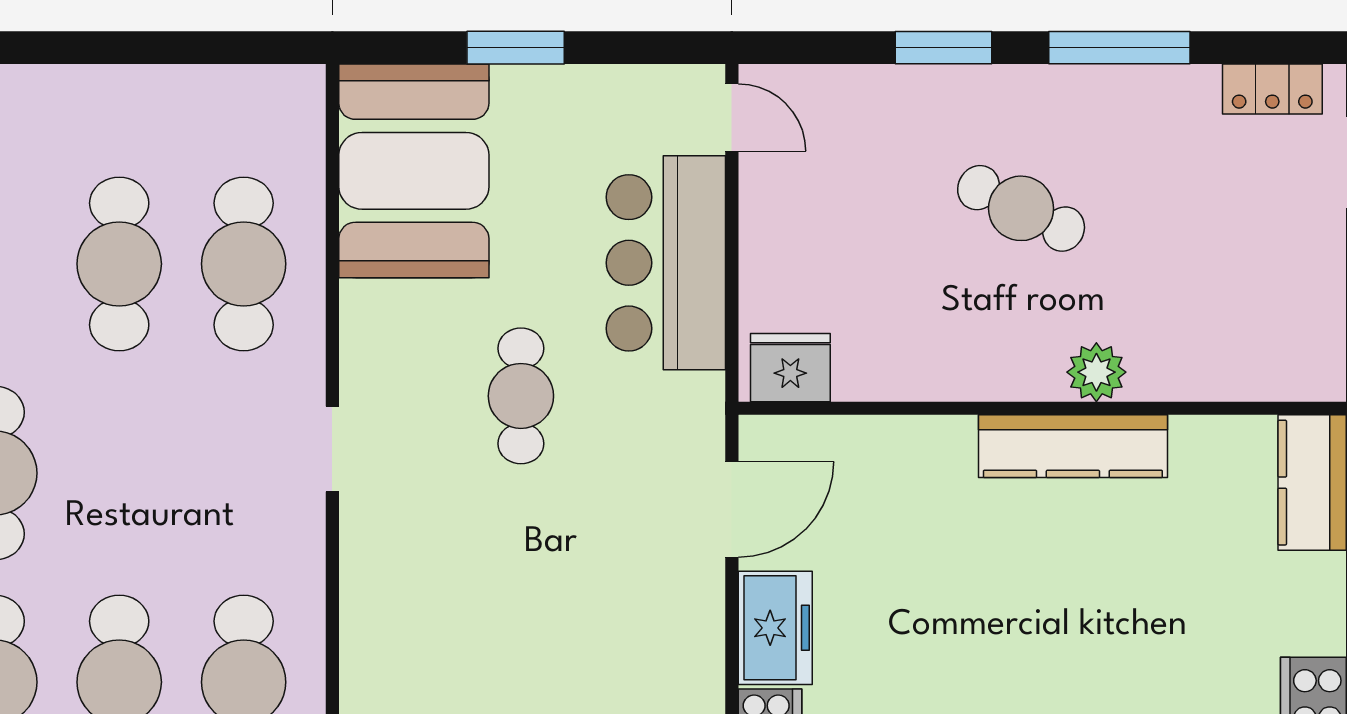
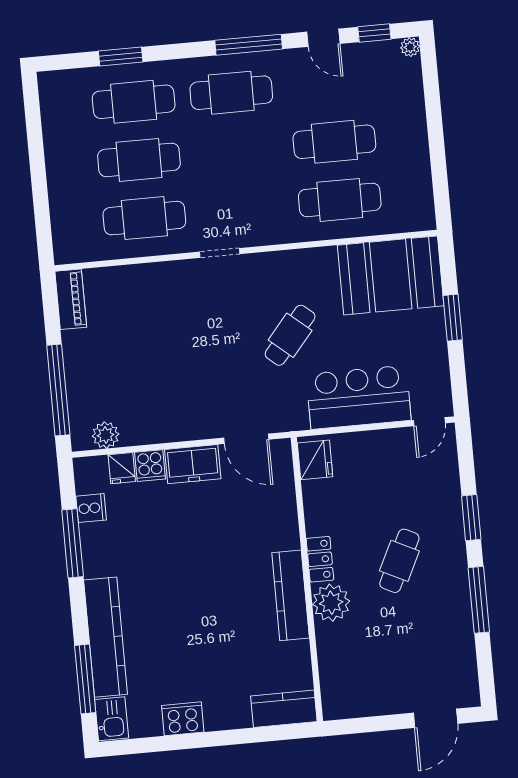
locker: (1272, 89) -> (320, 559), moved, turned 180
plant: (1096, 372) -> (331, 603), width x1.36, depth x1.36
cafe table: (521, 396) -> (290, 335), turned -50
doorway: (332, 449) -> (220, 253), moved

